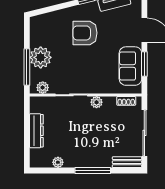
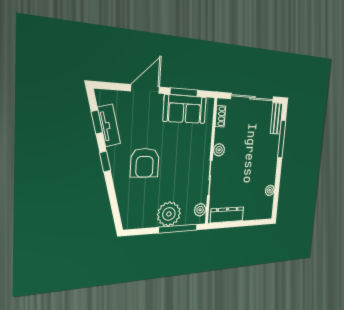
dresser: (36, 131) -> (227, 215), moved
window: (93, 171) -> (282, 139), moved

